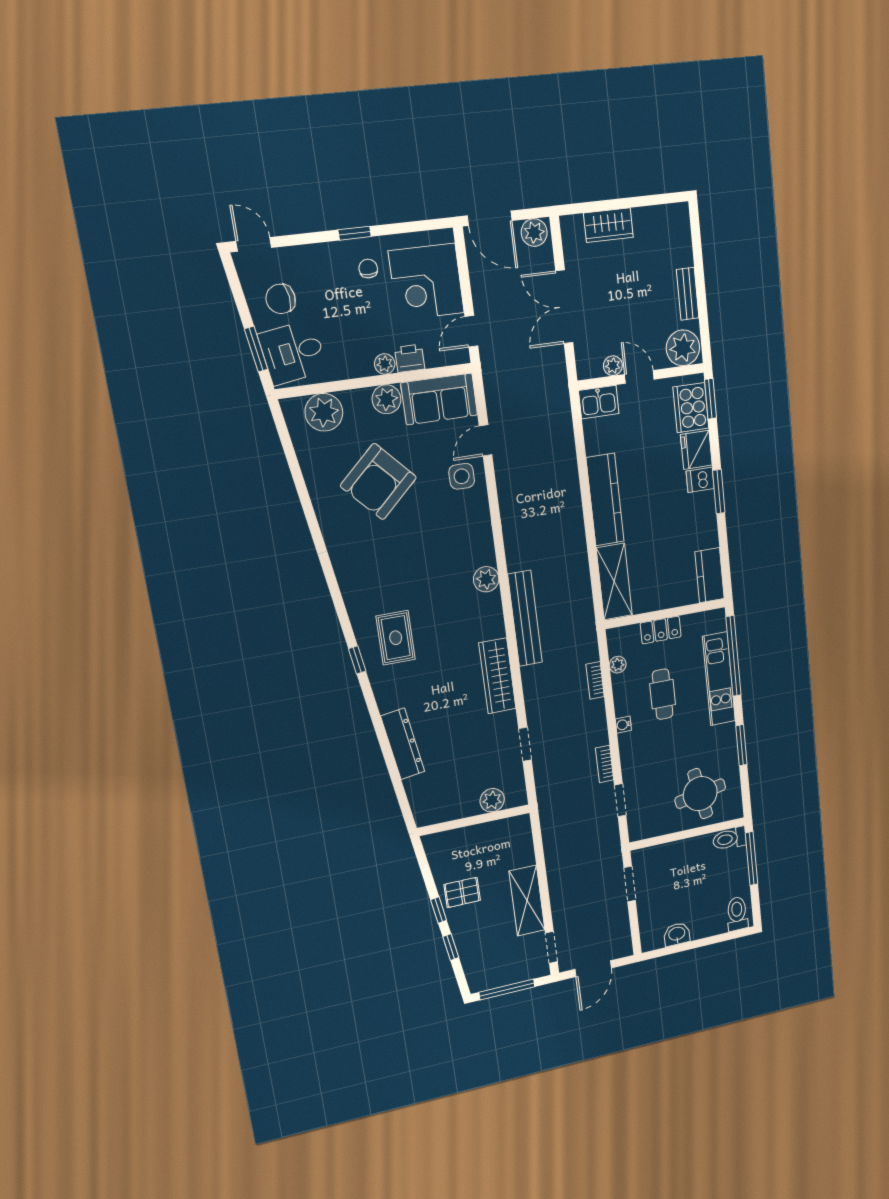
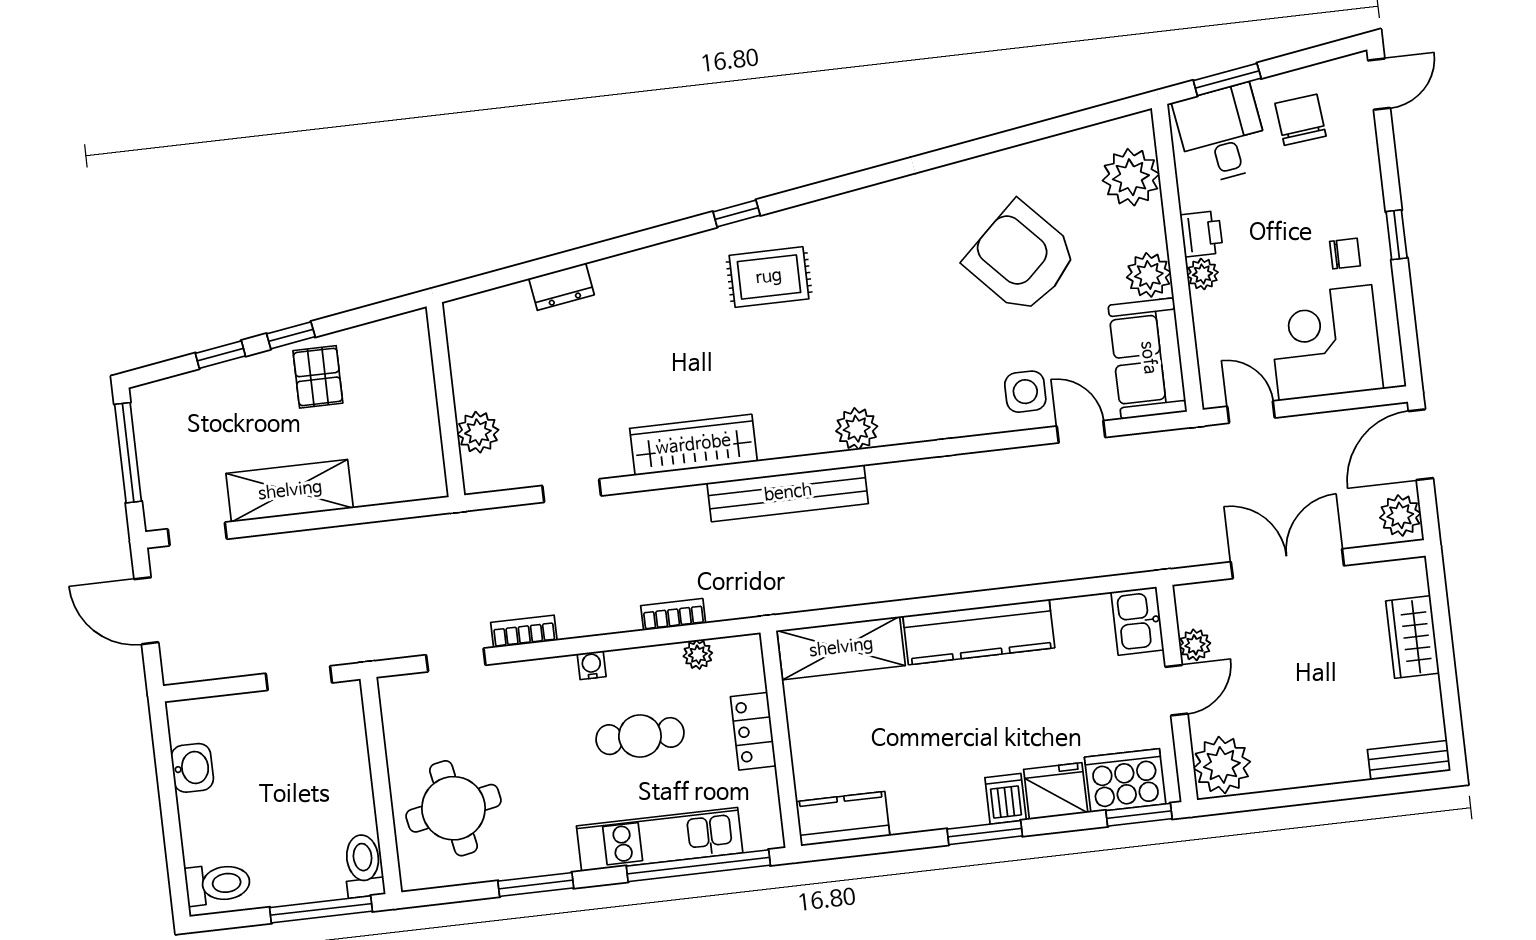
bench: (688, 294) -> (1409, 760), moved
printer: (410, 358) -> (1202, 234), moved
dresser: (403, 744) -> (561, 287), width x0.51, depth x0.80

